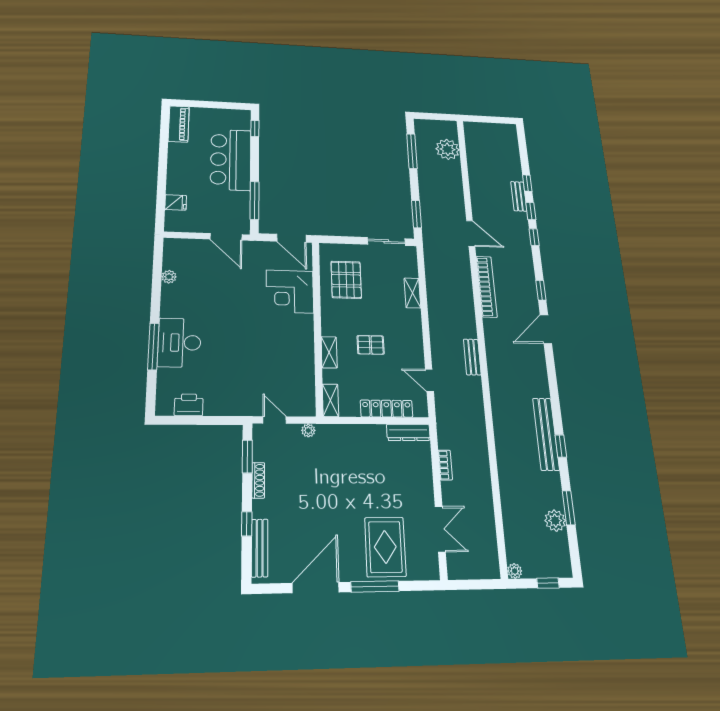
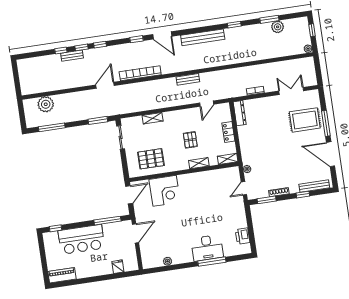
locker: (387, 409) -> (228, 132), width x0.66
bench: (546, 434) -> (203, 37), moved

